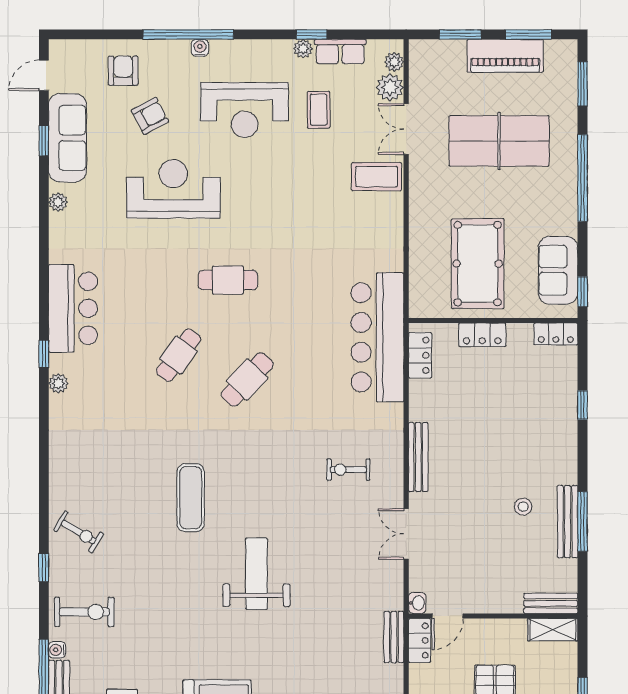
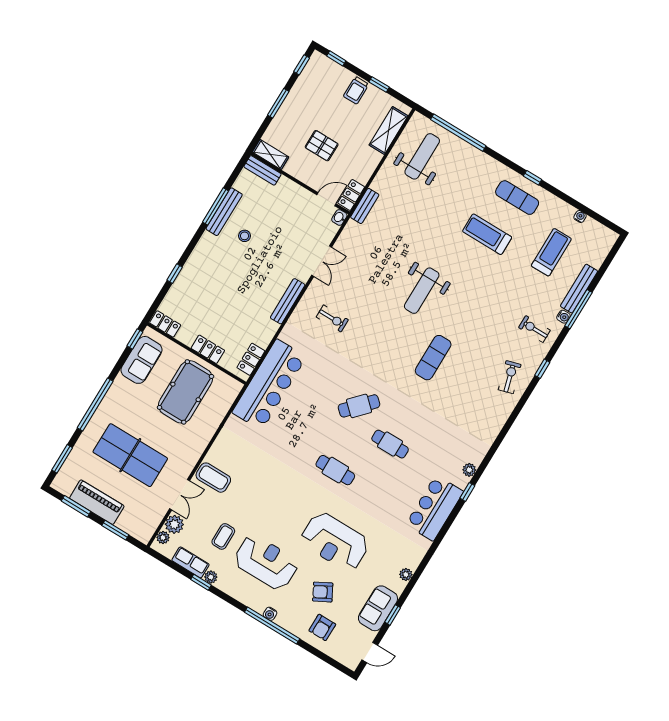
sofa: (67, 138) -> (378, 608), width x0.73
cafe table: (179, 355) -> (390, 444), turned 54
exercise bike: (79, 532) -> (510, 377), turned 43
exercise bike: (84, 612) -> (534, 329), width x0.73, depth x0.72

